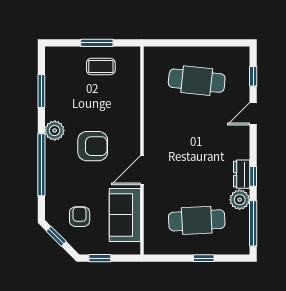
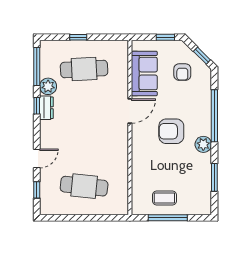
window: (97, 43) -> (168, 218), width x1.44

